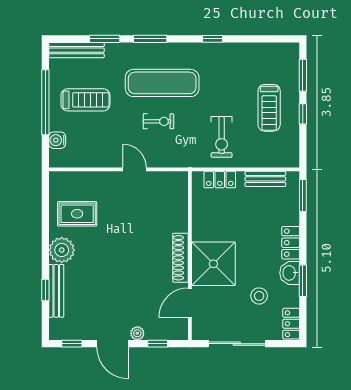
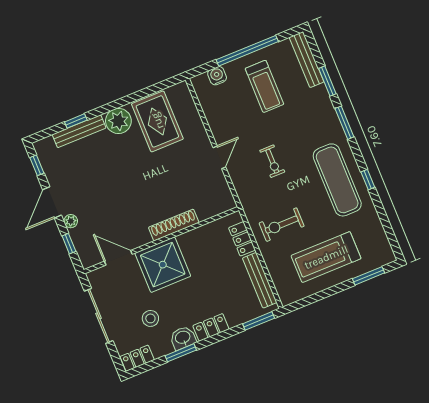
exercise mat: (162, 83) -> (337, 180), moved
treadmill: (269, 108) -> (326, 257), width x1.37, depth x1.38
window: (303, 114) -> (333, 290), removed
bench: (265, 179) -> (260, 280), width x1.36
rug: (77, 214) -> (157, 121), width x1.36, depth x1.43
shoe rack: (180, 258) -> (174, 225), moved

